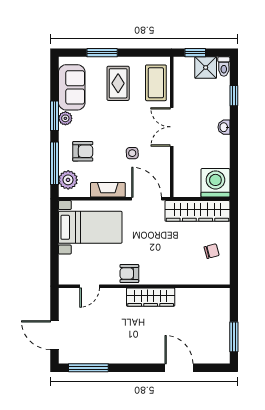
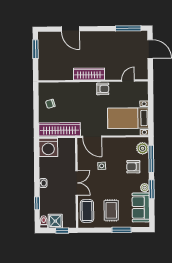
fireplace: (108, 190) -> (117, 142), removed

